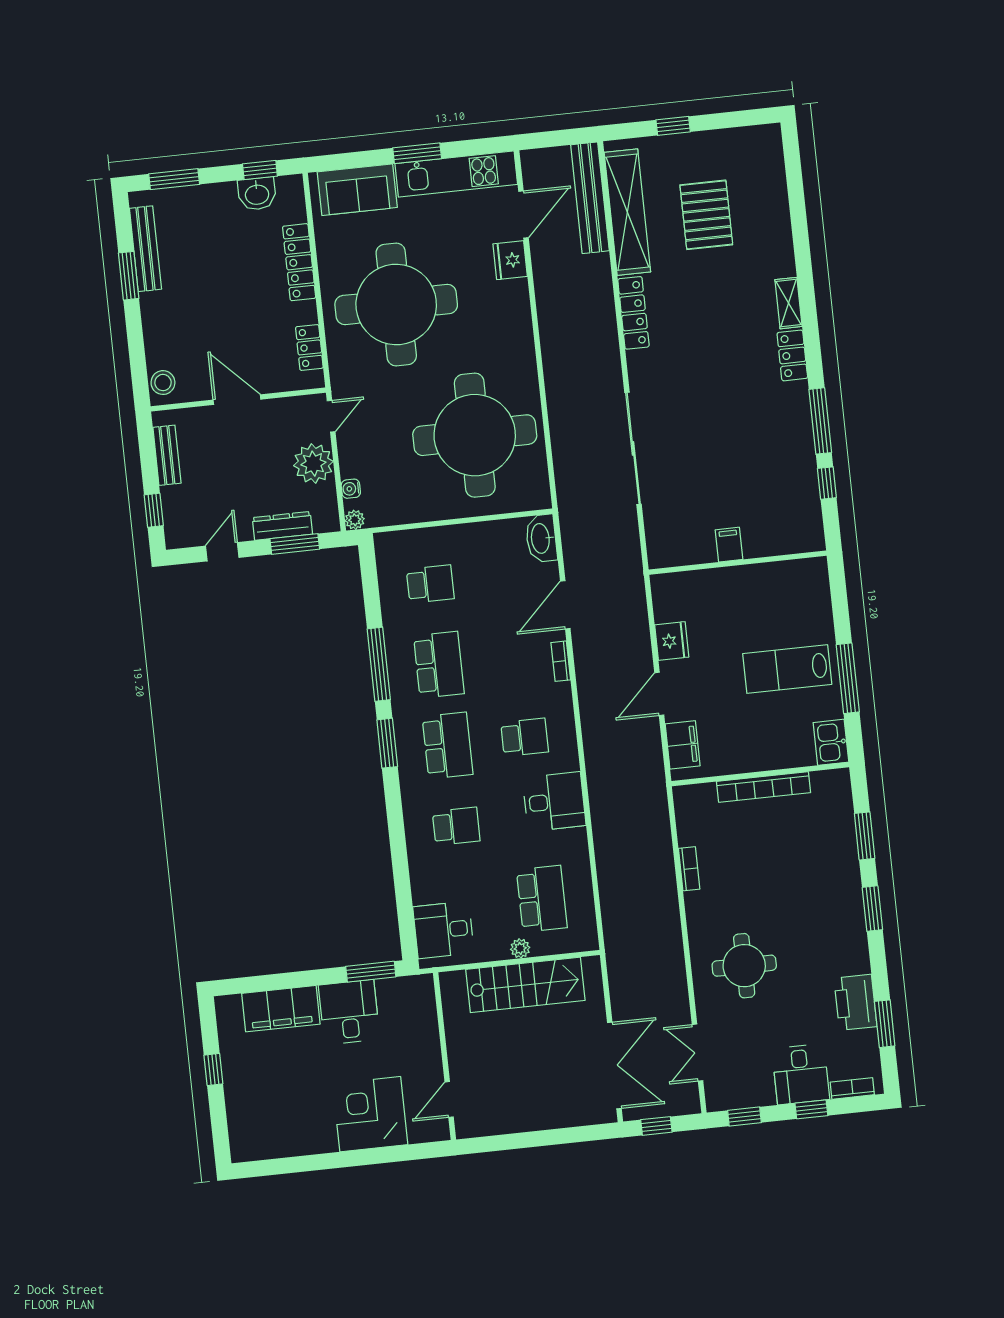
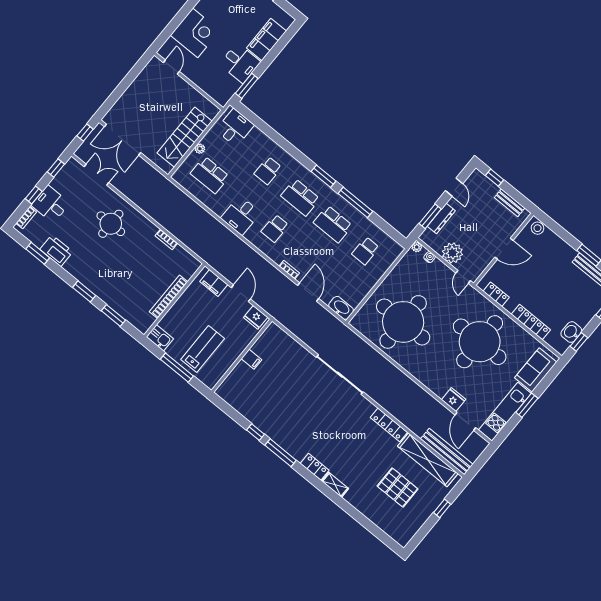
filing cabinet: (729, 545) -> (251, 359), moved
wall: (738, 563) -> (242, 356), moved

